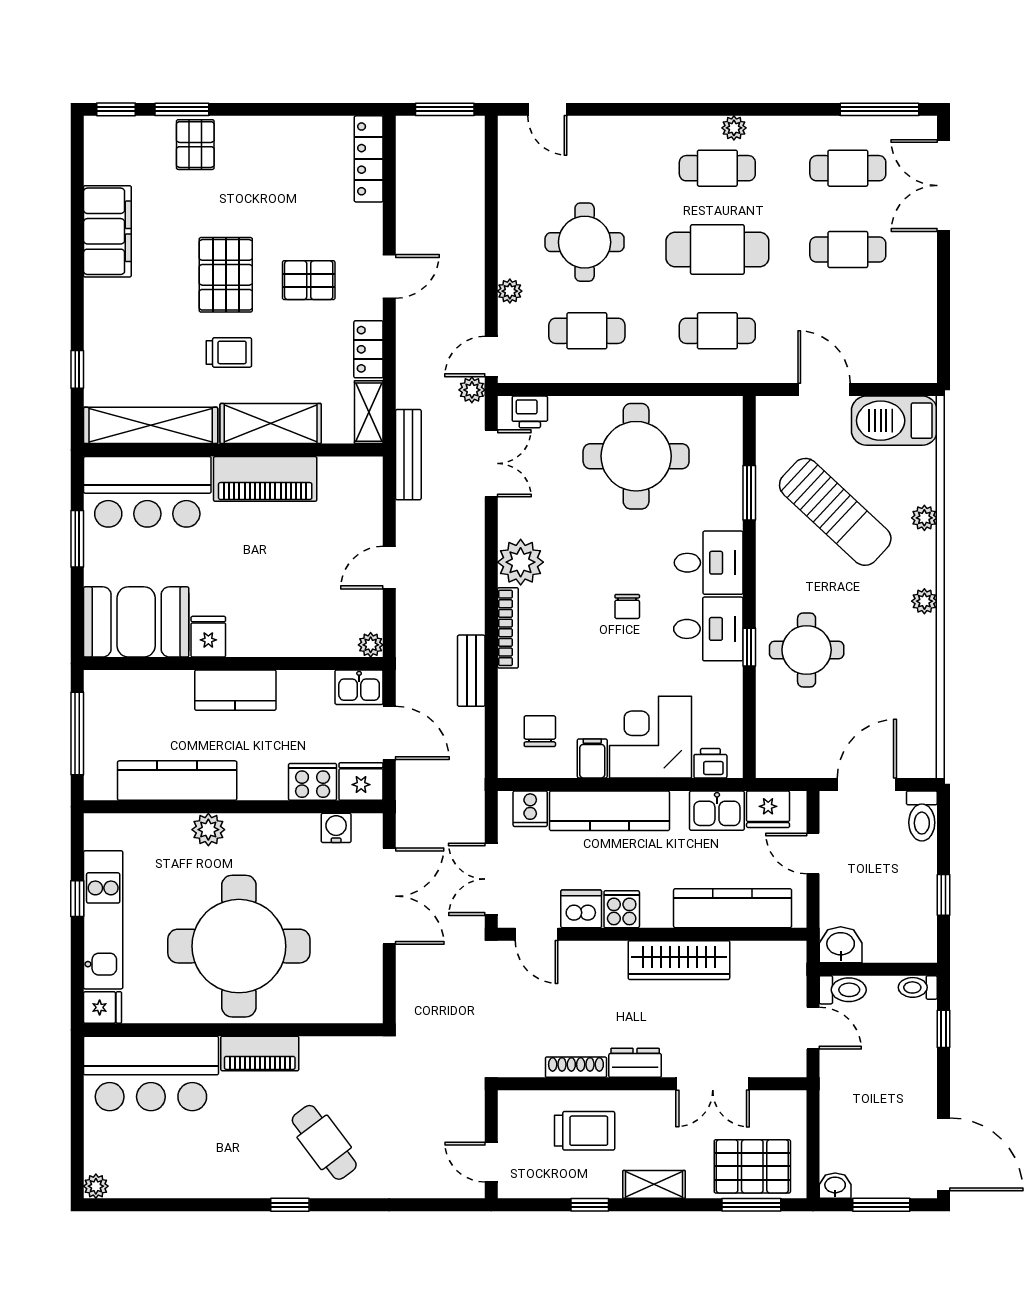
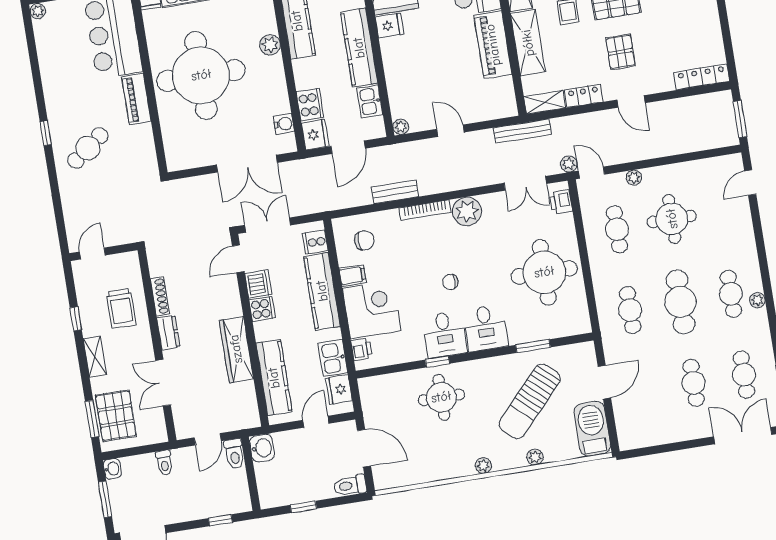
kitchen sink: (359, 687) -> (370, 101), moved
kitchen counter: (235, 690) -> (359, 48), width x1.50
toilet: (918, 987) -> (164, 463), moved, turned 180

